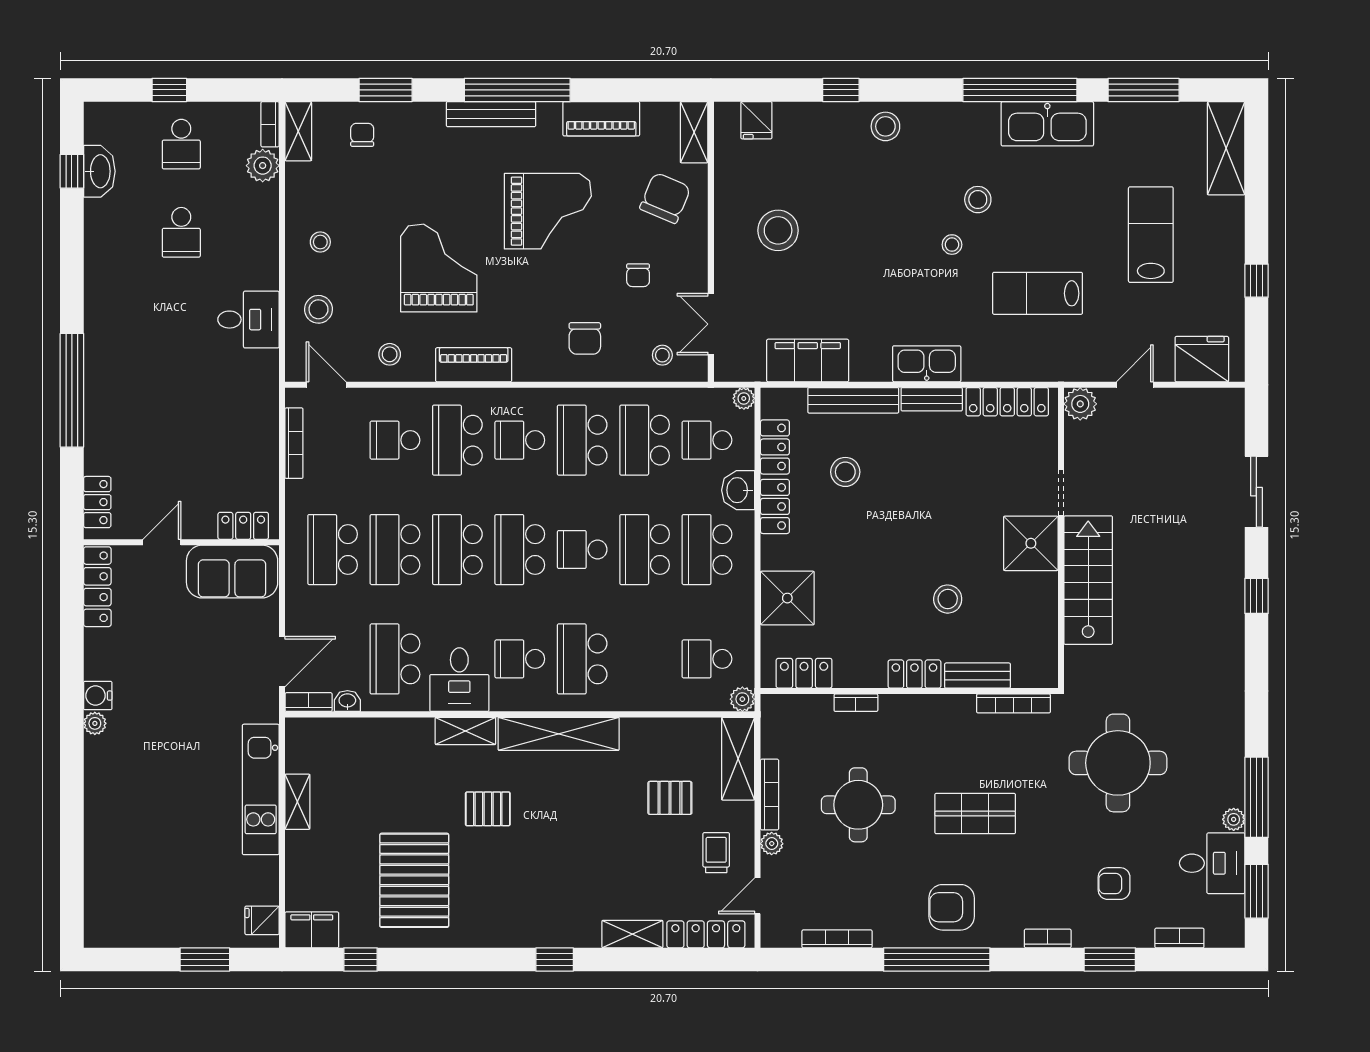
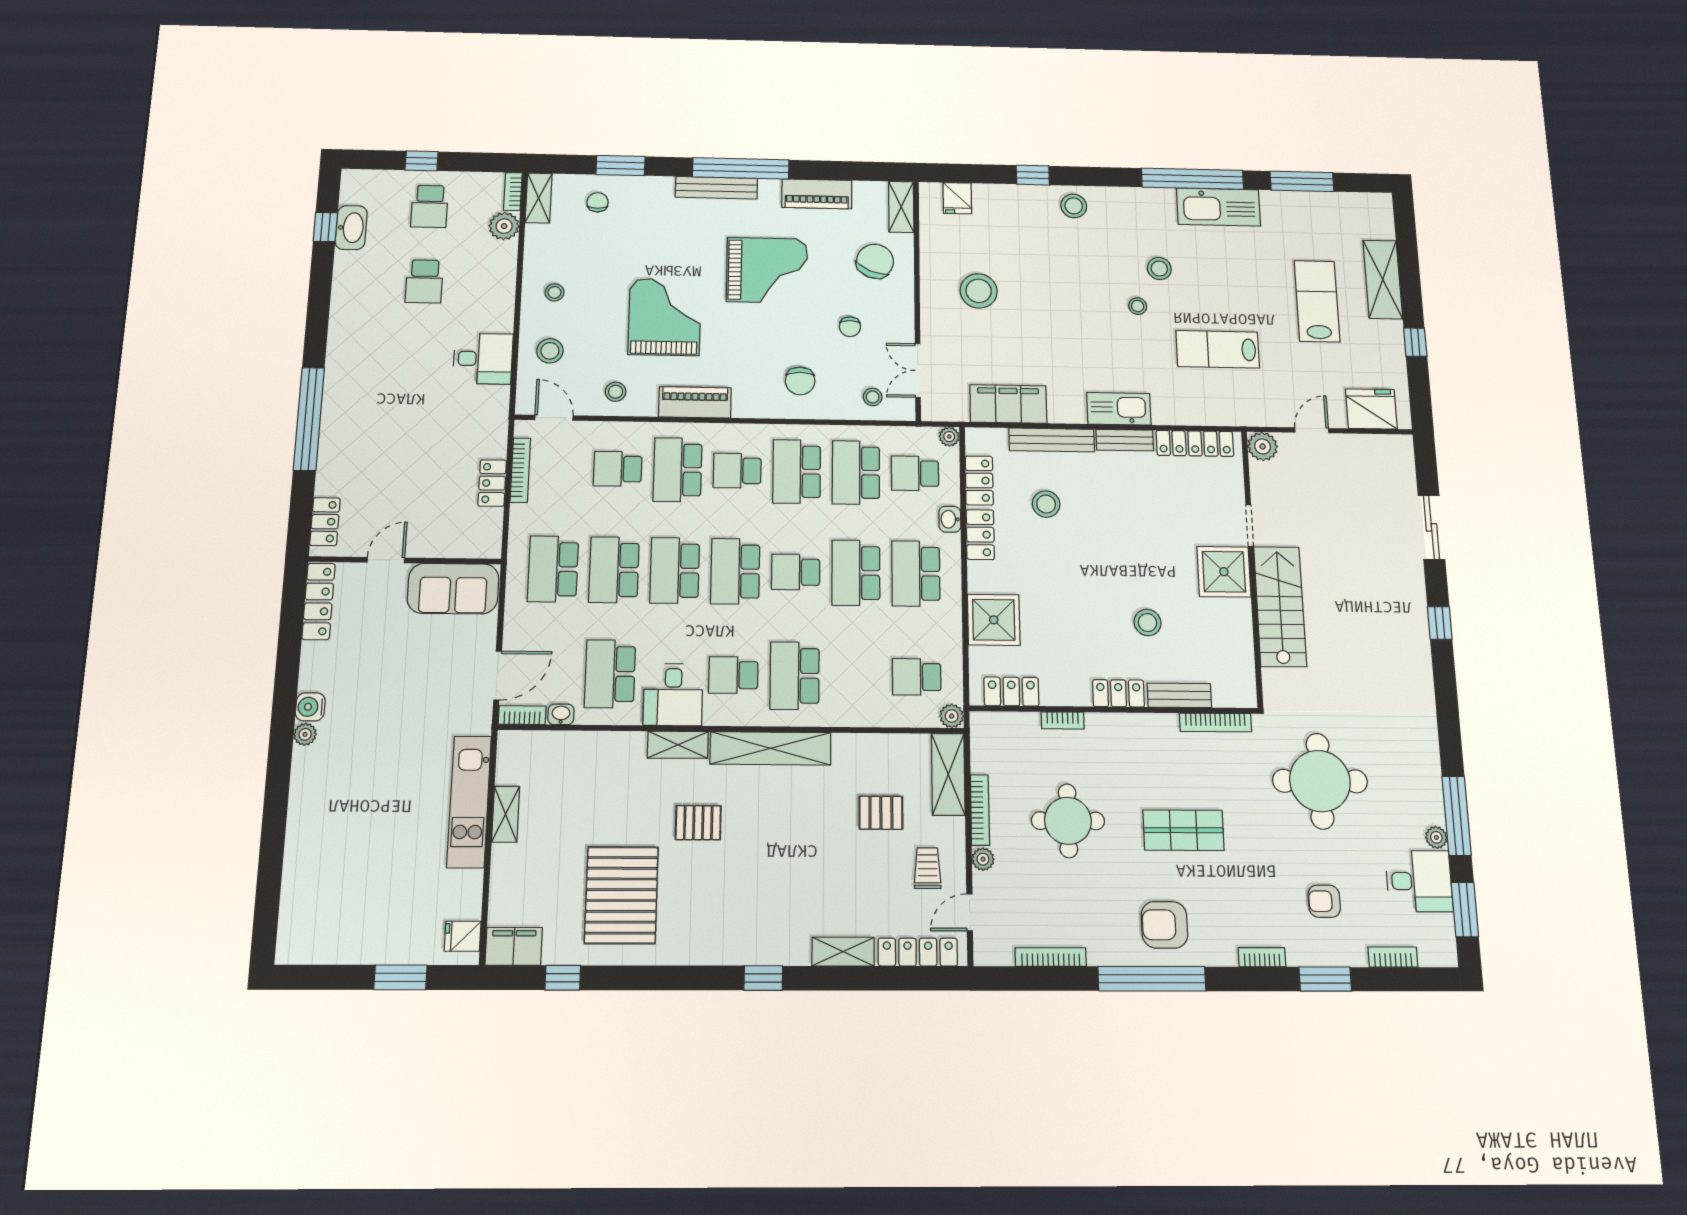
shelving: (1226, 148) -> (1383, 279), moved
washbasin: (738, 490) -> (950, 519), width x0.72, depth x0.69
locker: (243, 526) -> (492, 483), moved, turned -90

